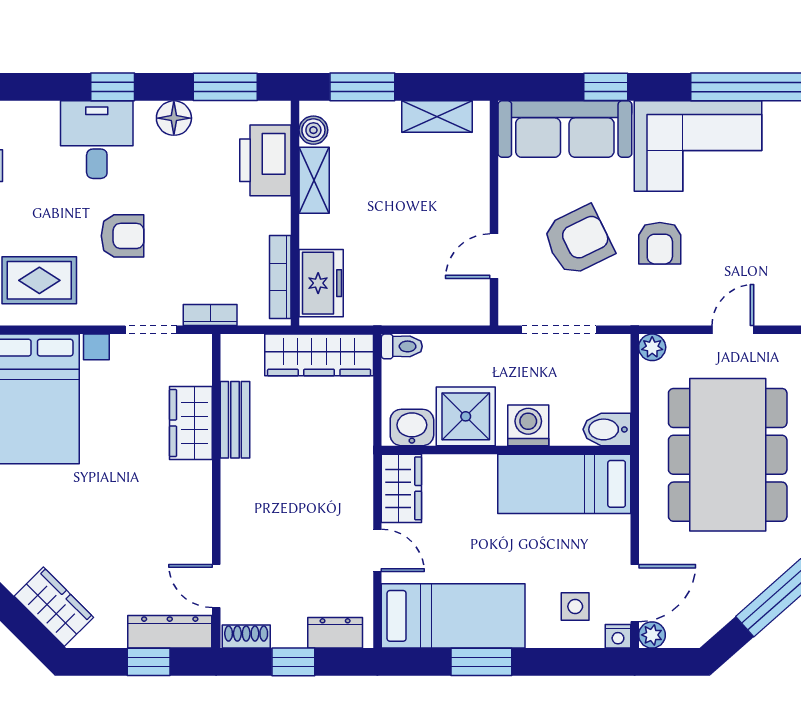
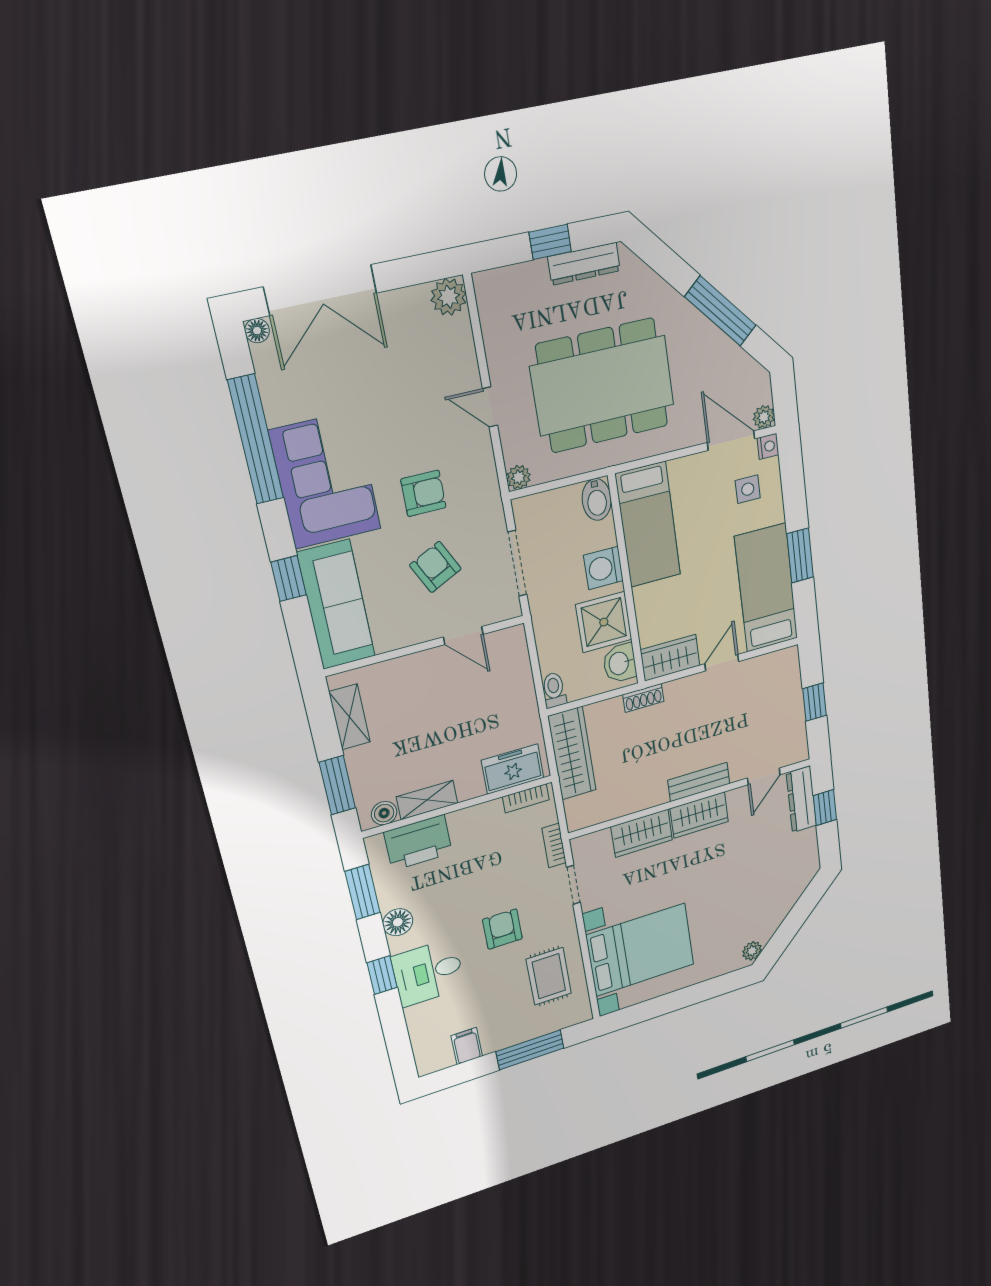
armchair: (578, 241) -> (435, 567), width x0.72, depth x0.72
bookcase: (280, 277) -> (526, 798), width x0.64
bench: (235, 420) -> (699, 782), moved
wardrobe: (54, 607) -> (699, 815), moved, turned -135
dresser: (335, 633) -> (789, 677), removed
shoe rack: (246, 637) -> (643, 698), moved, turned -90

